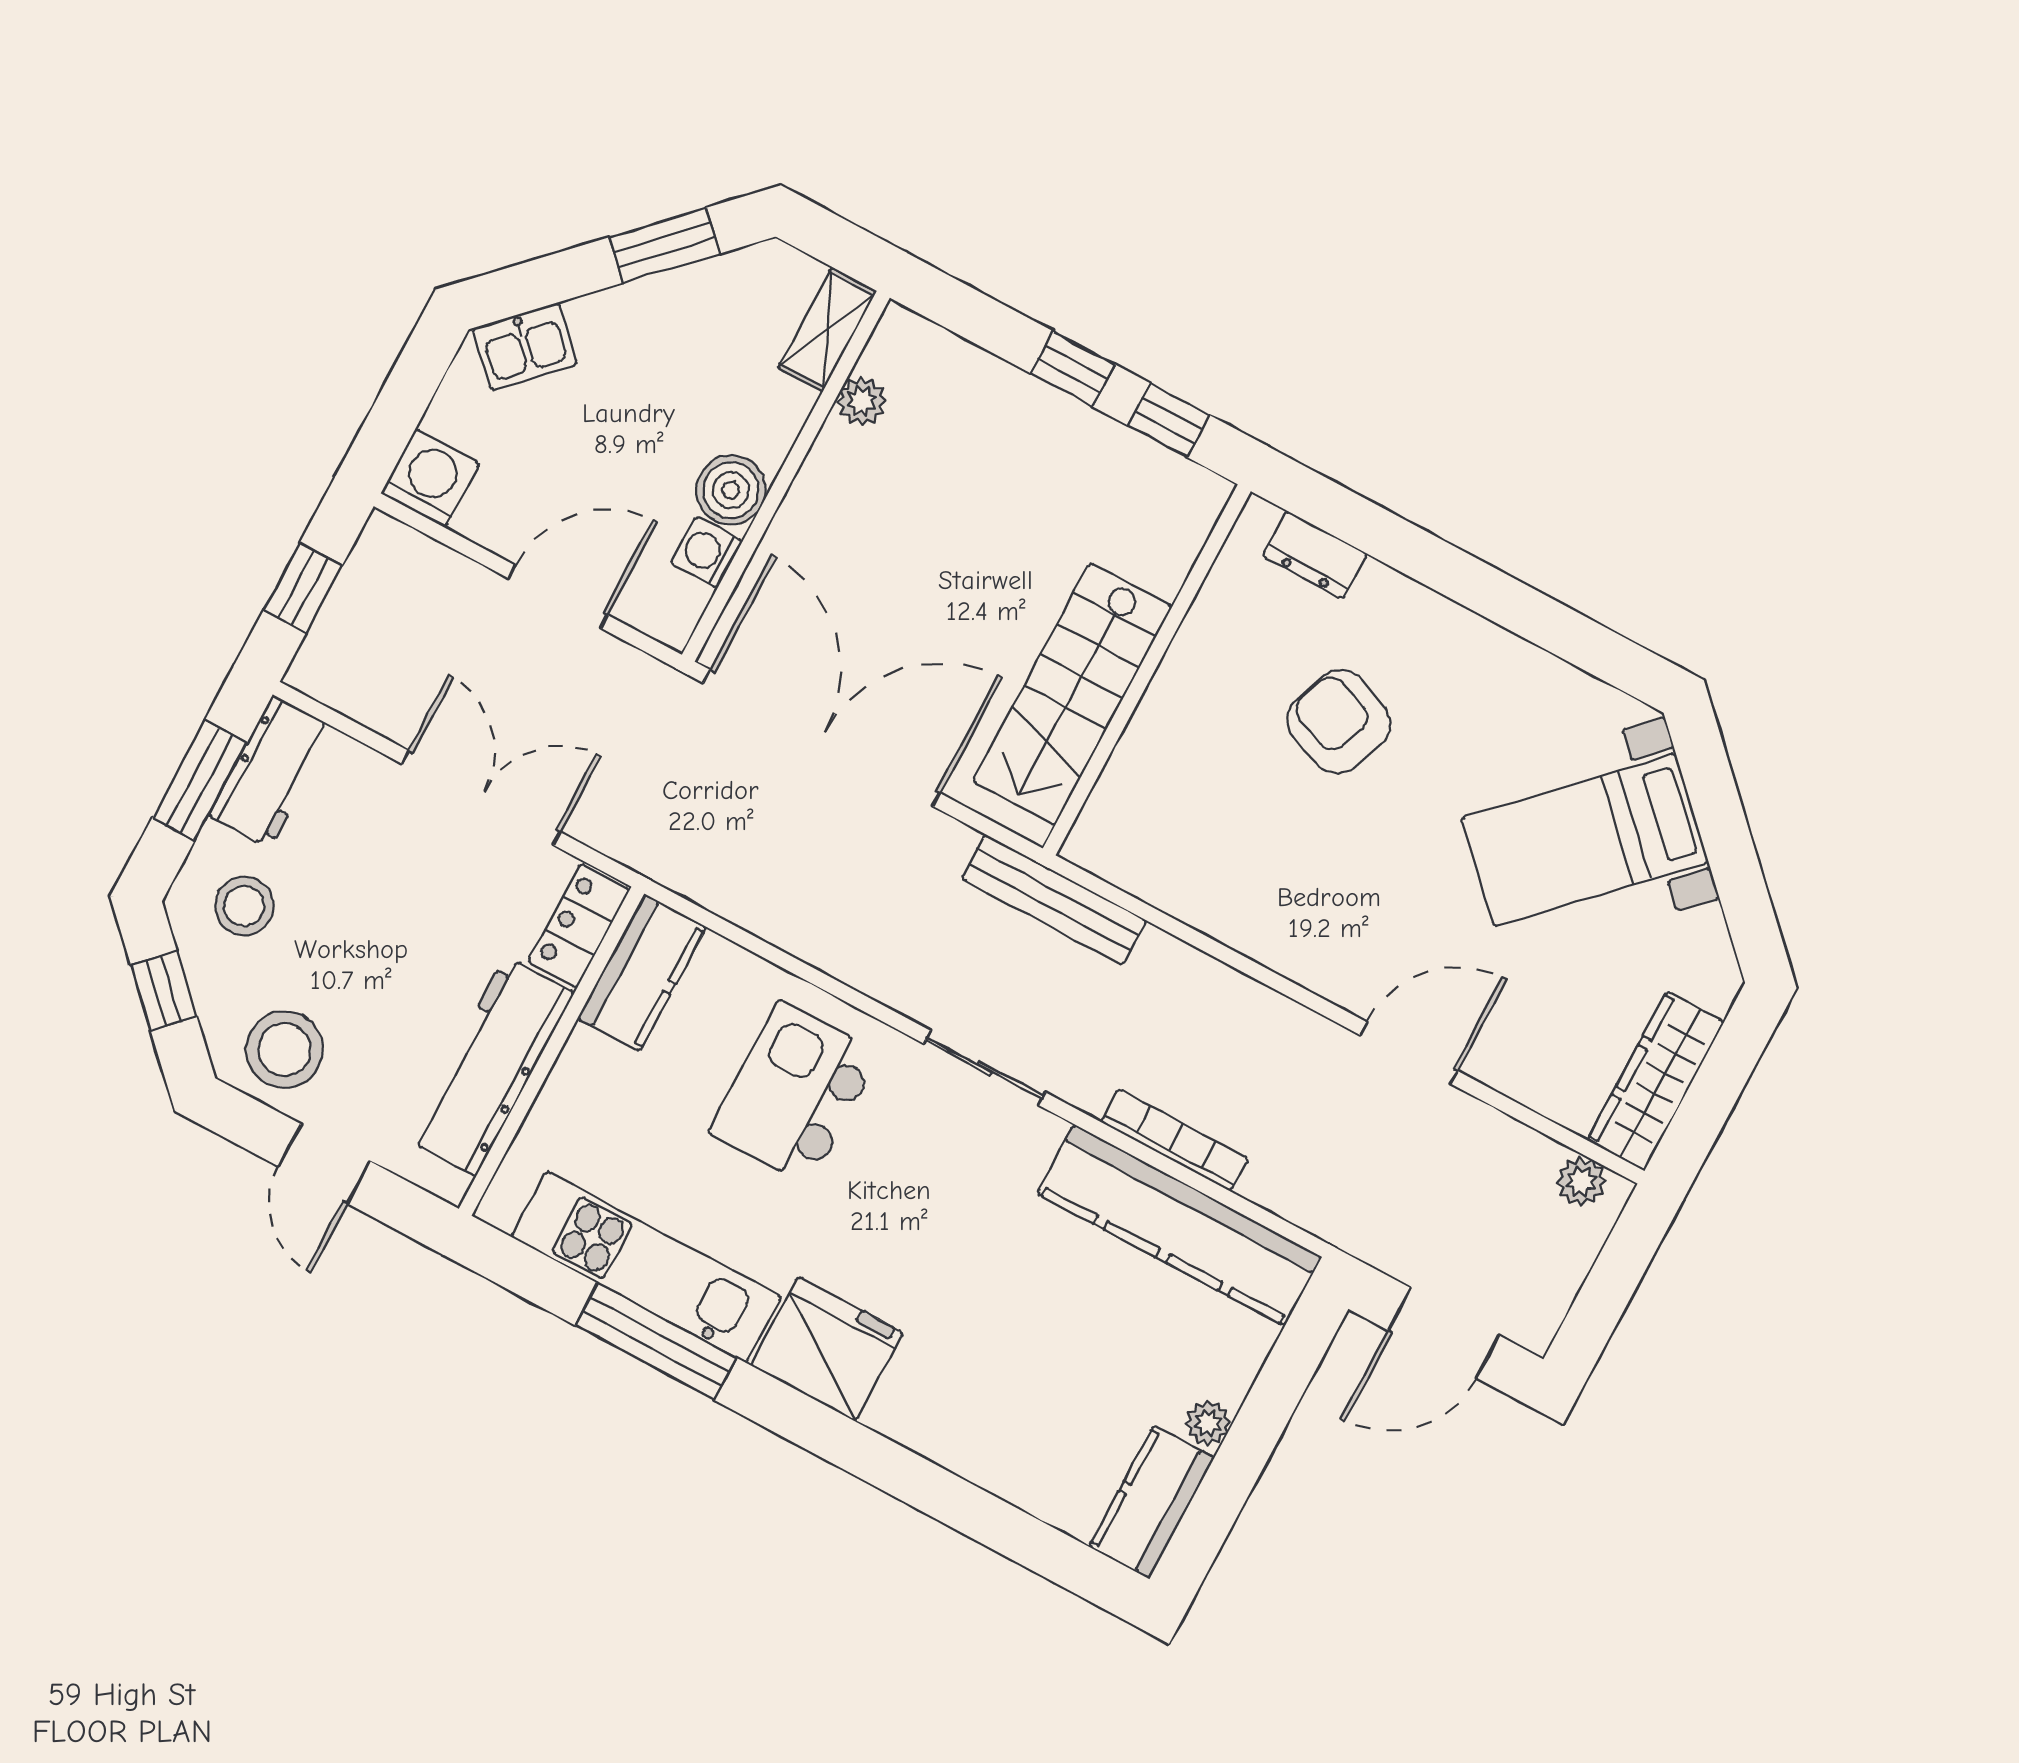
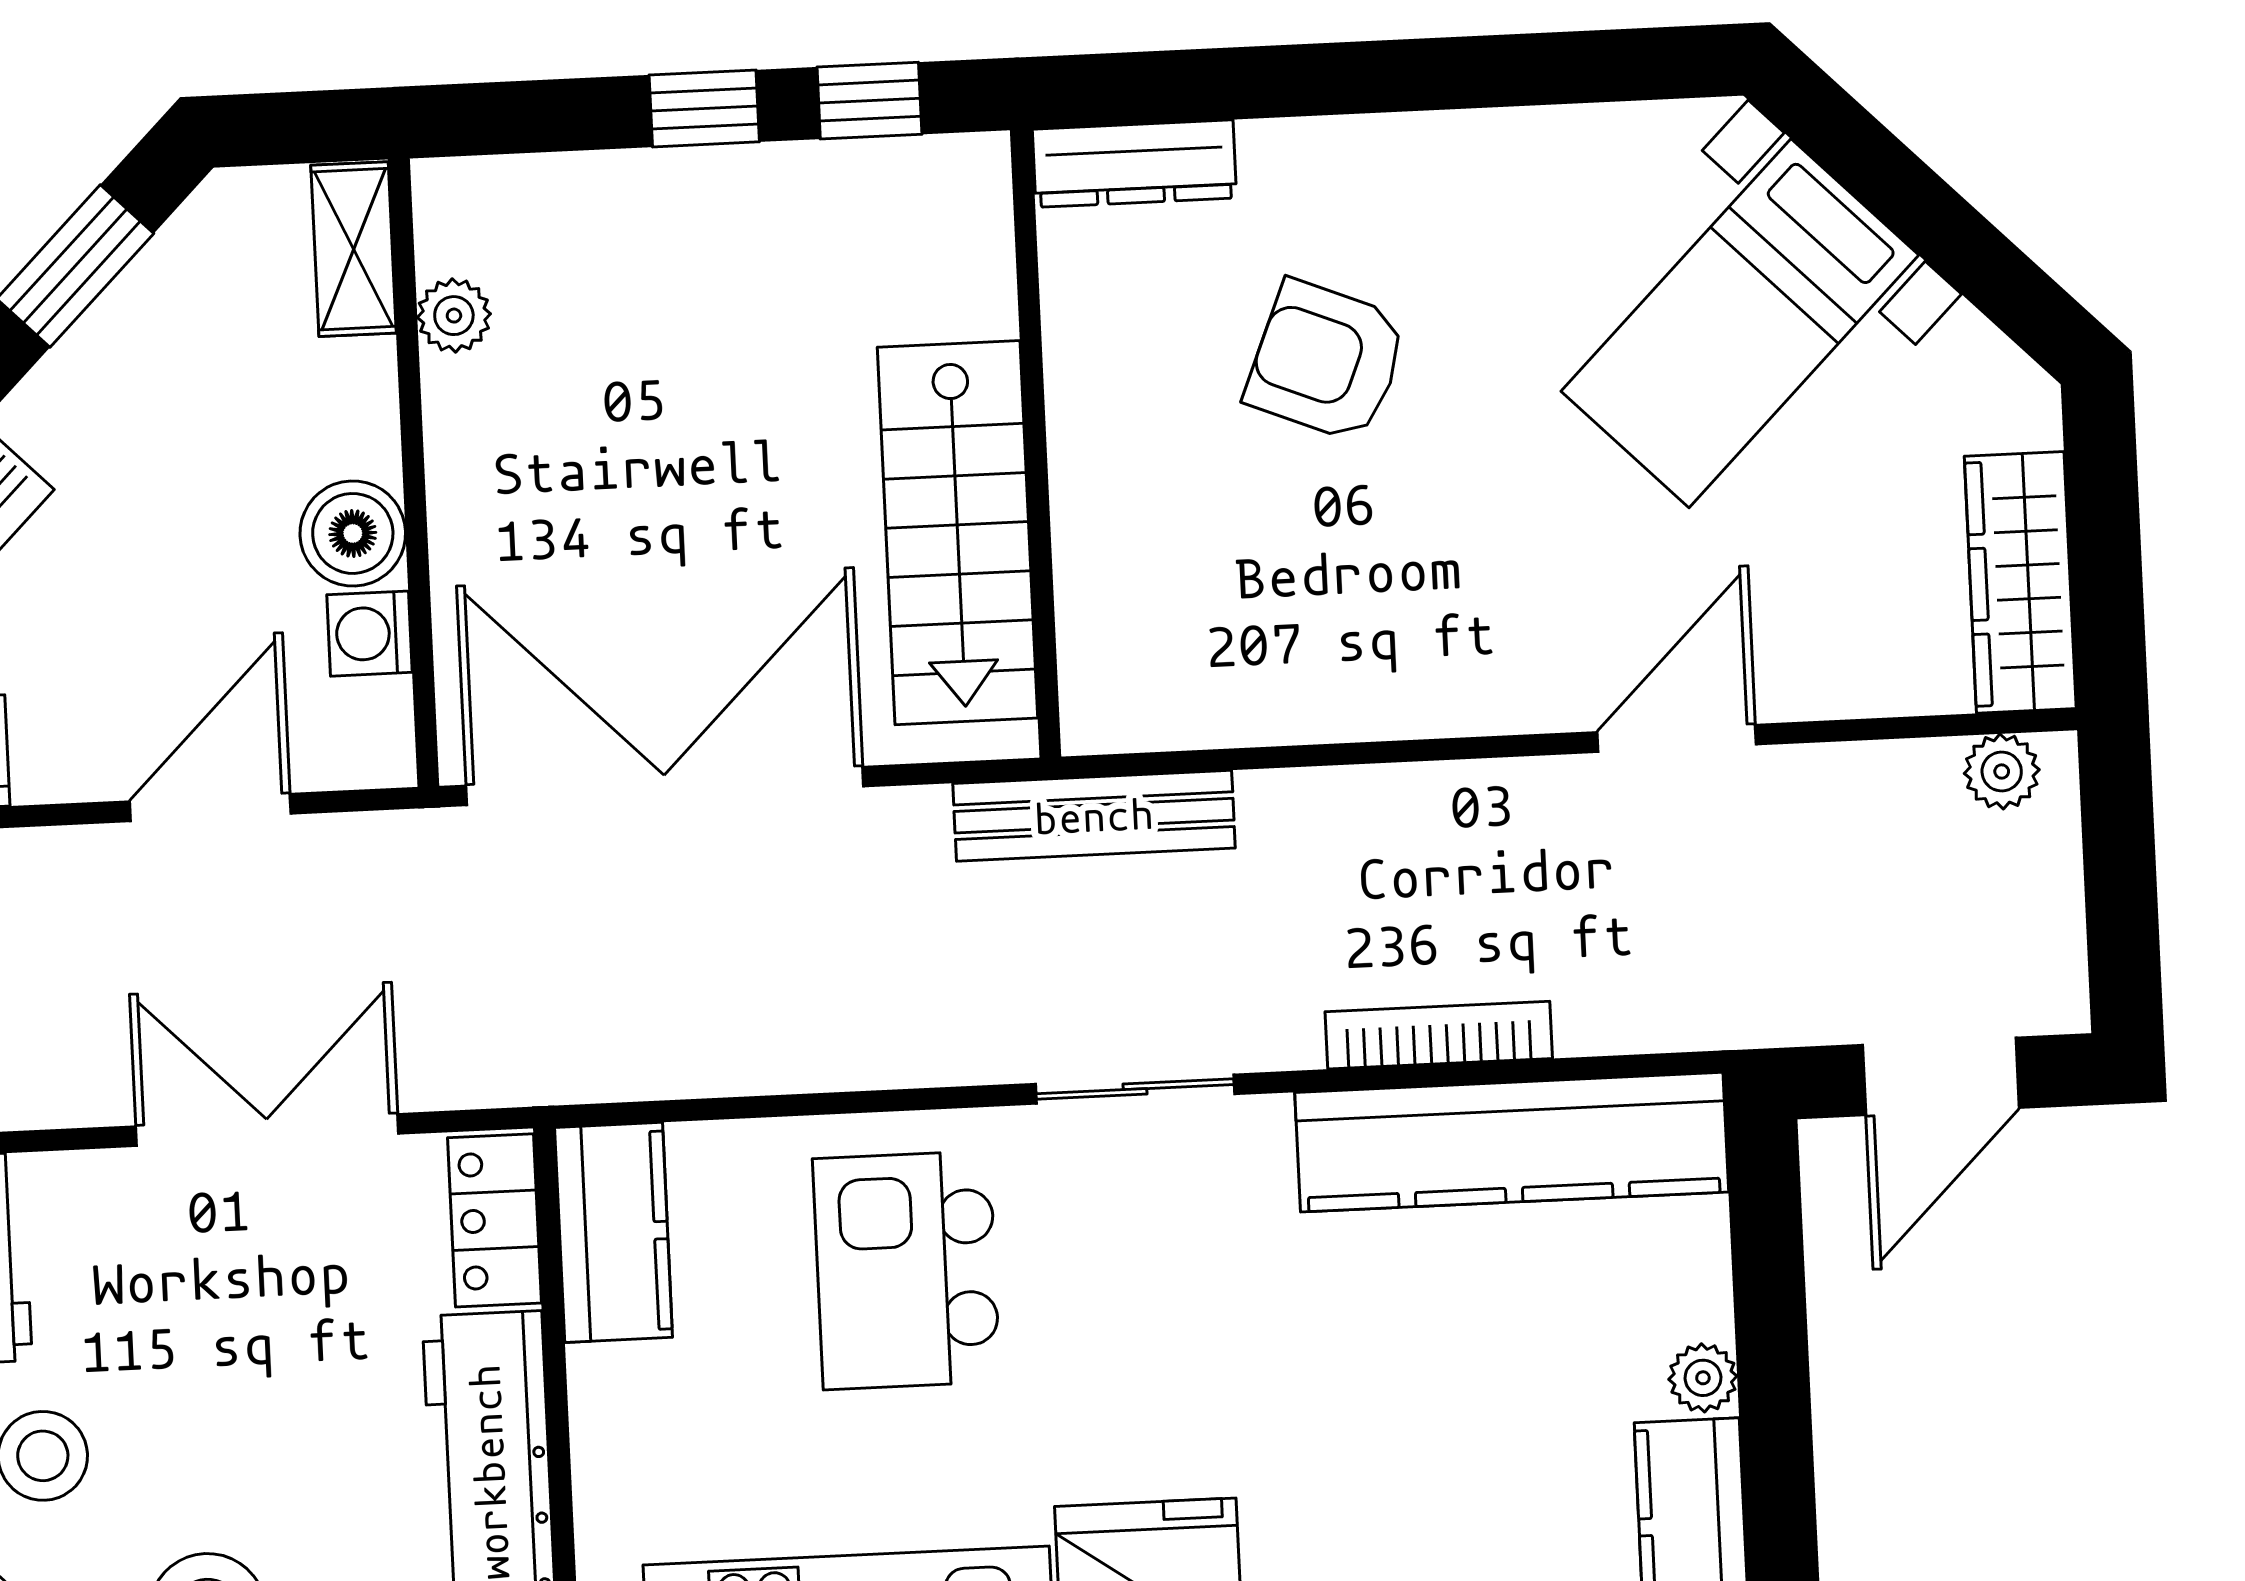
dresser: (1315, 555) -> (1135, 164), width x1.44

